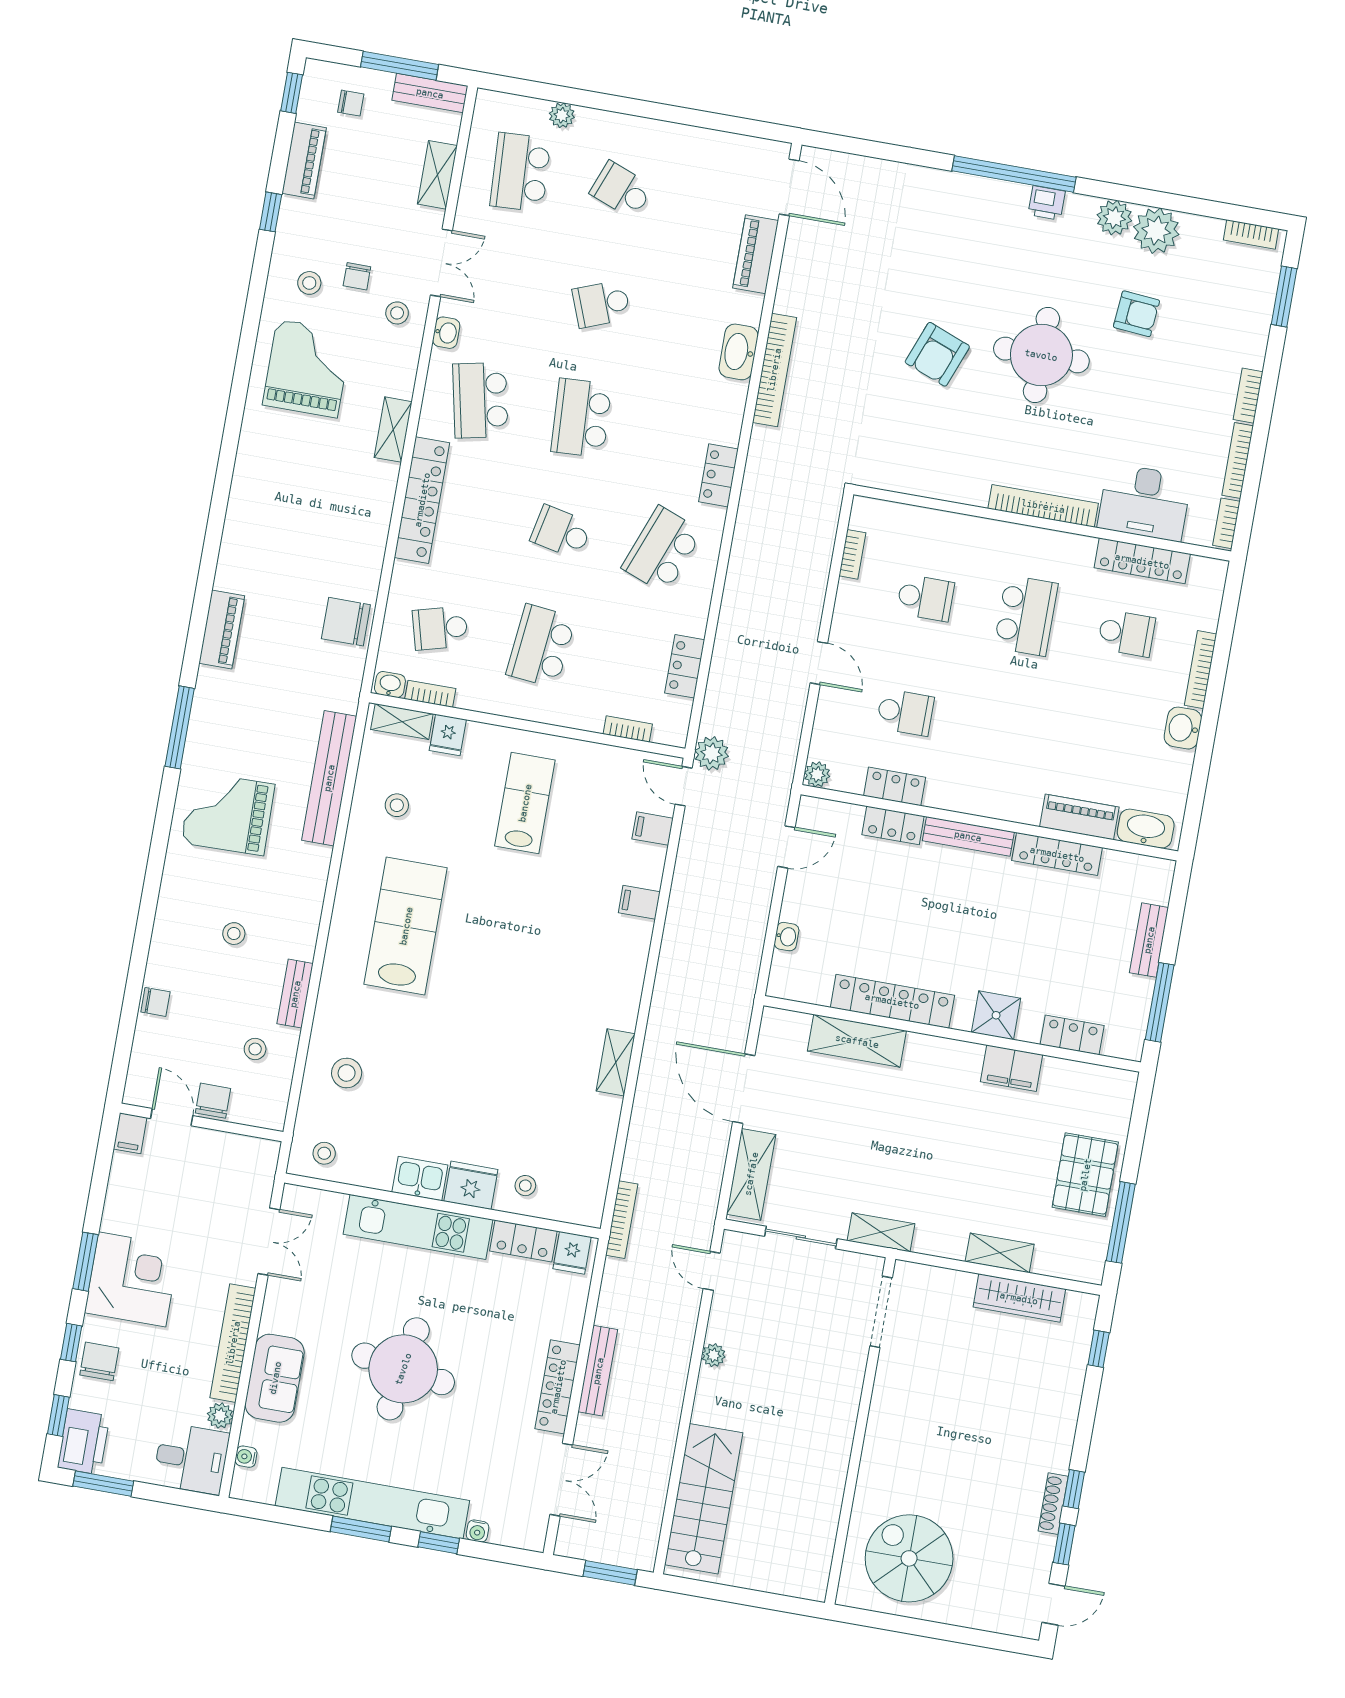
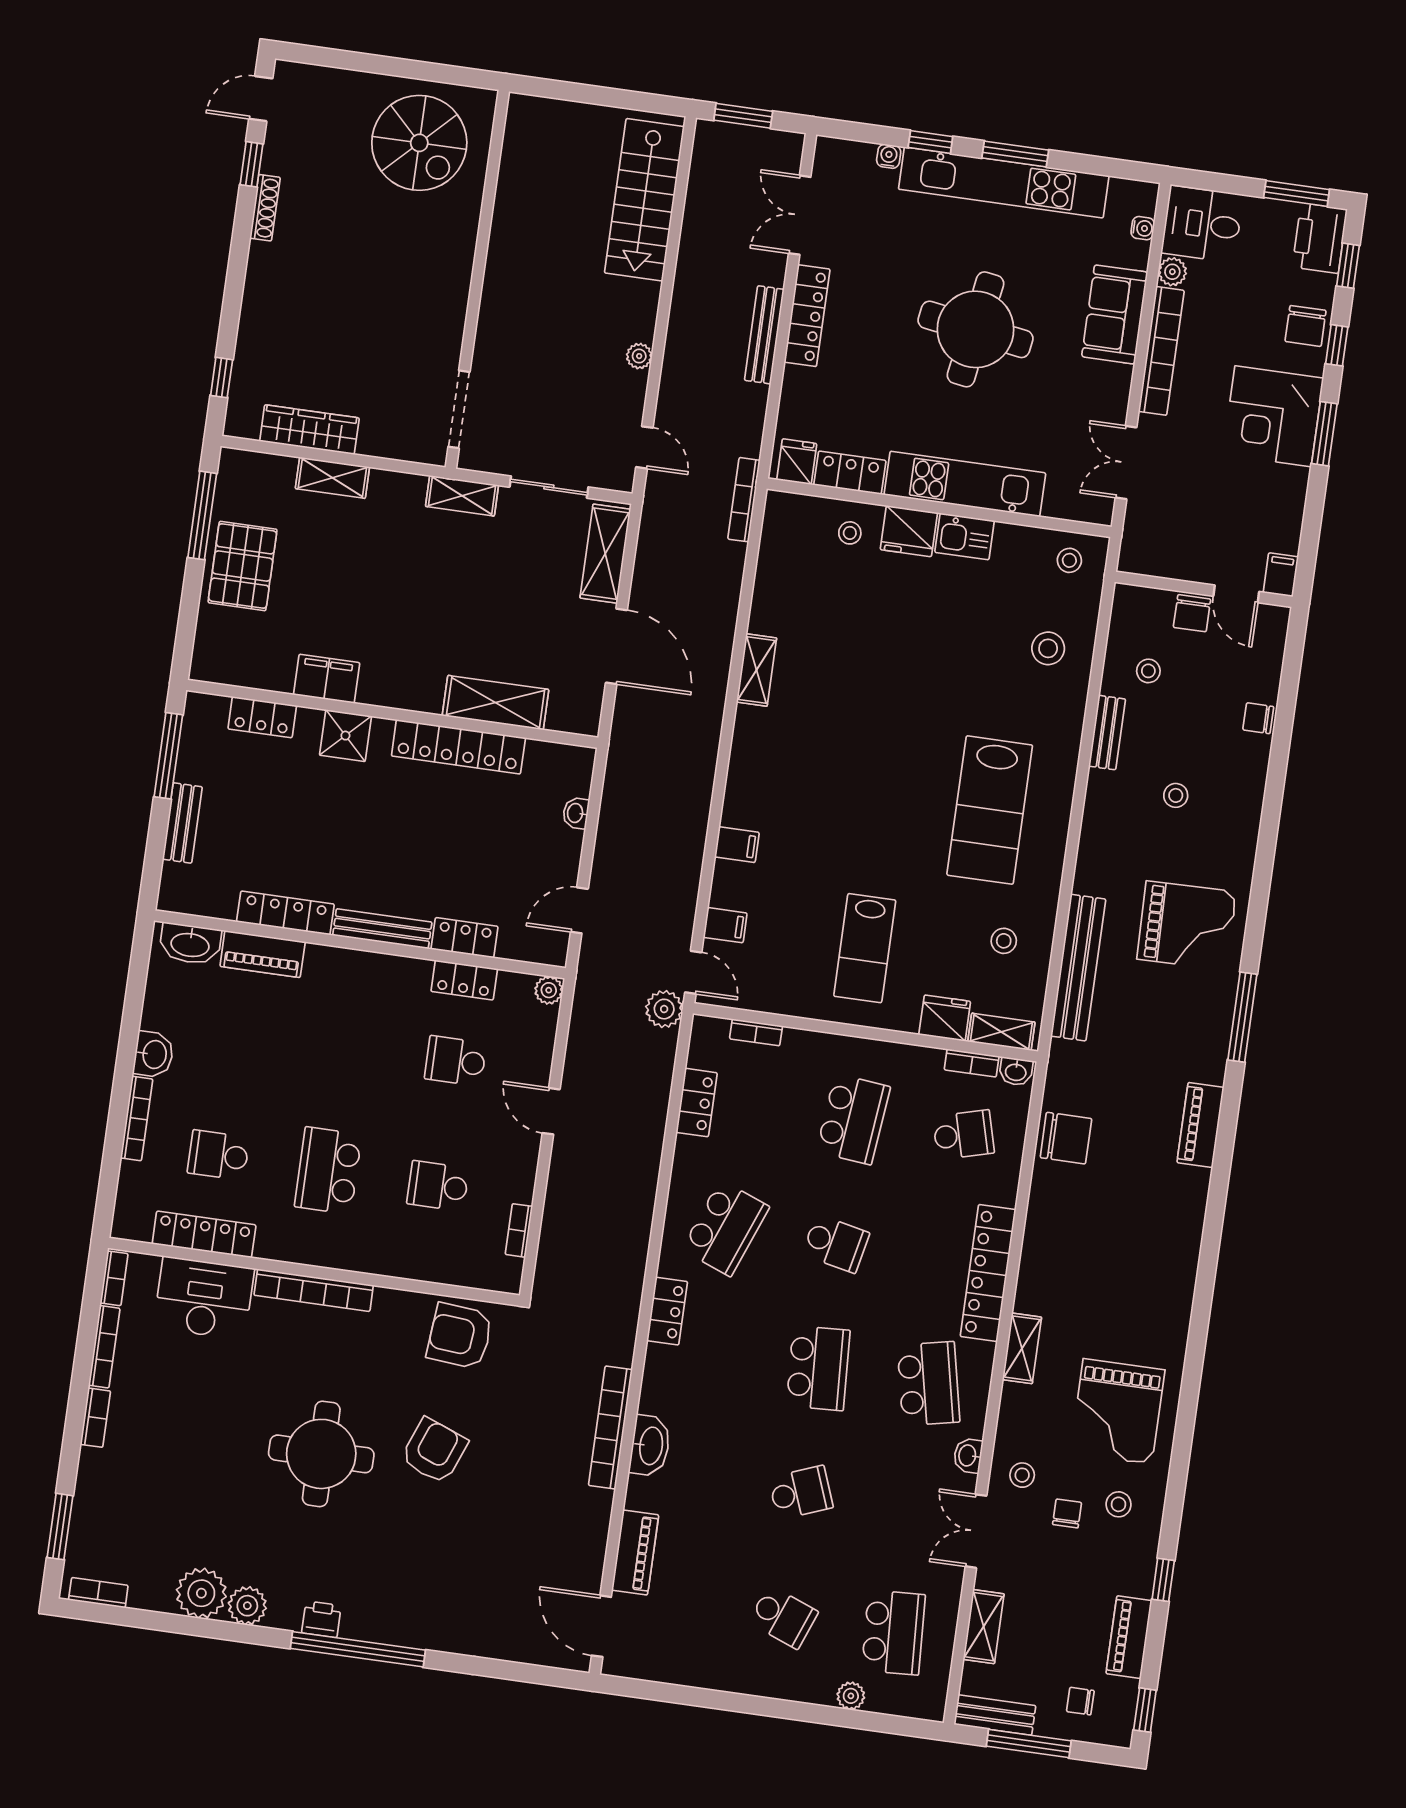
armchair: (1136, 314) -> (460, 1336), moved, width x1.38, depth x1.38
fridge: (448, 735) -> (945, 1018), width x1.38
window: (1074, 1489) -> (243, 224), removed

